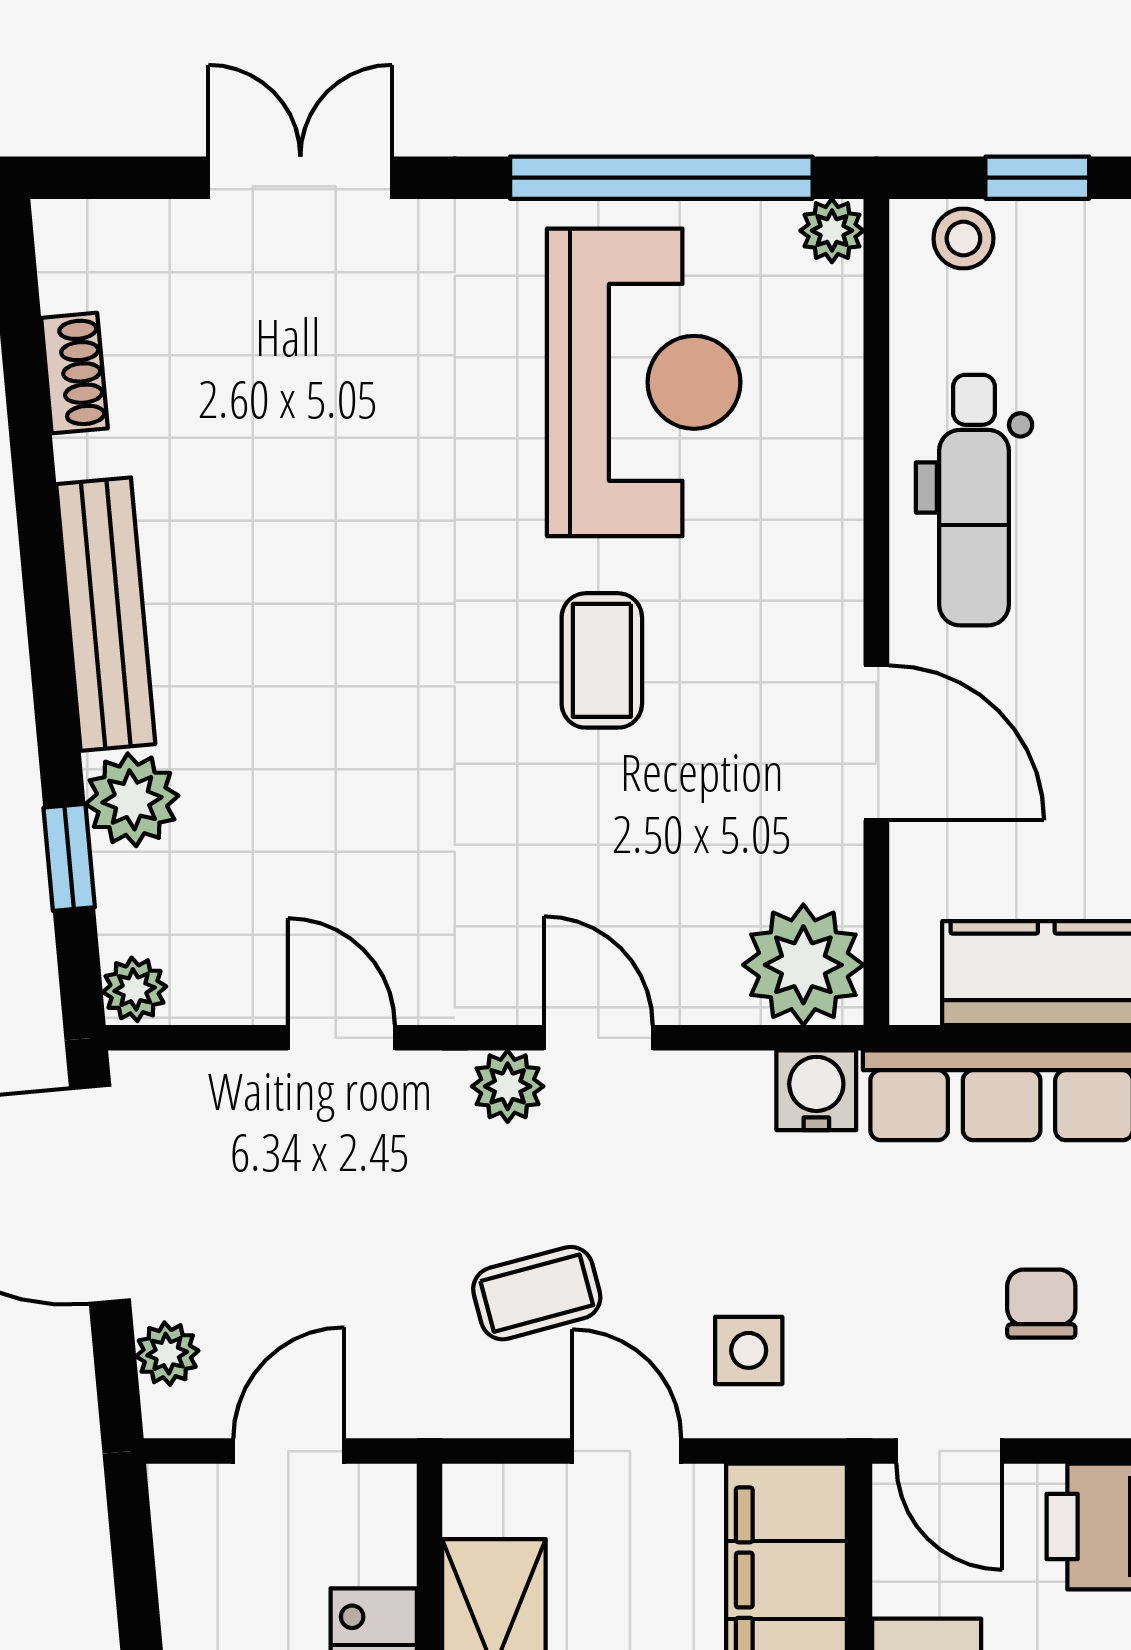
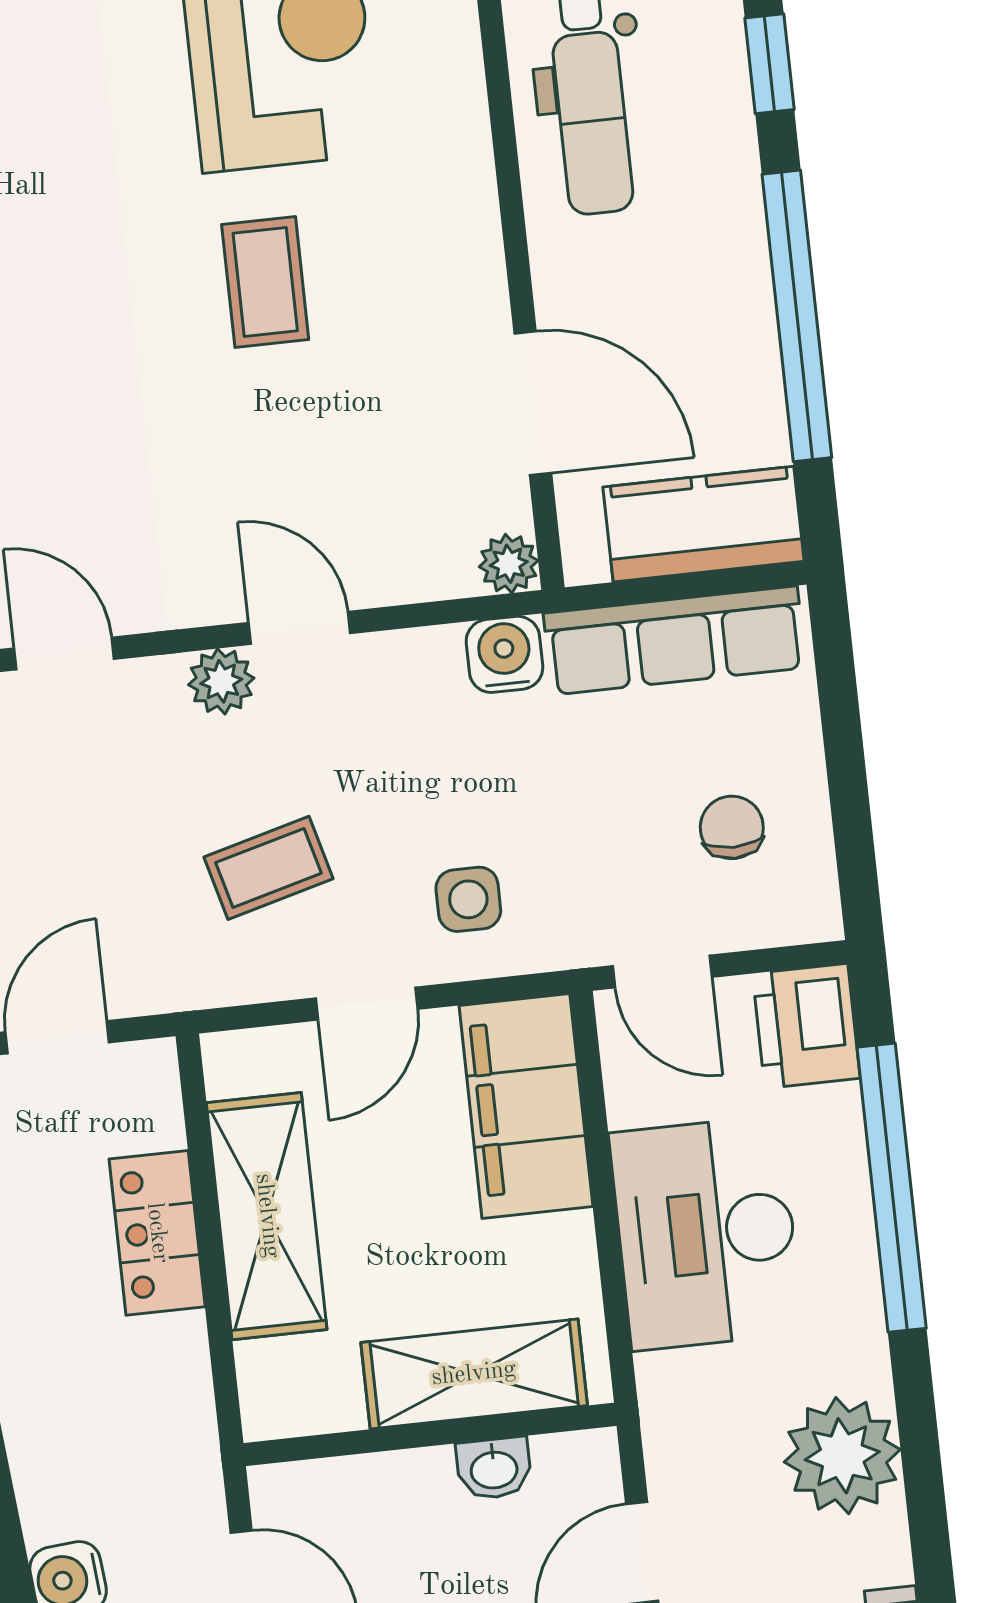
door: (876, 743) -> (533, 403), moved
plant: (803, 965) -> (509, 564), width x0.53, depth x0.53
door: (627, 1451) -> (367, 1004), swing flipped

